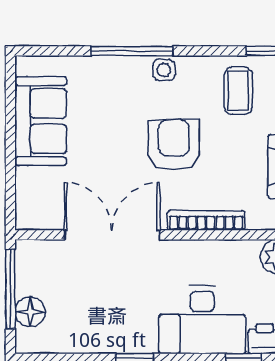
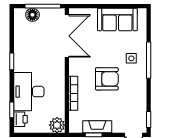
side table: (164, 70) -> (131, 58), moved
coffee table: (238, 91) -> (131, 108), removed
double door: (112, 235) -> (67, 36), moved

